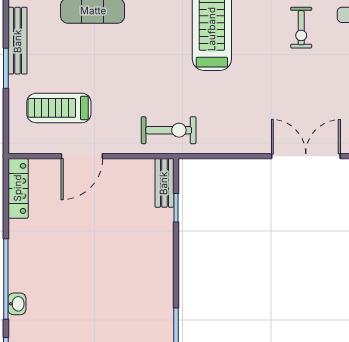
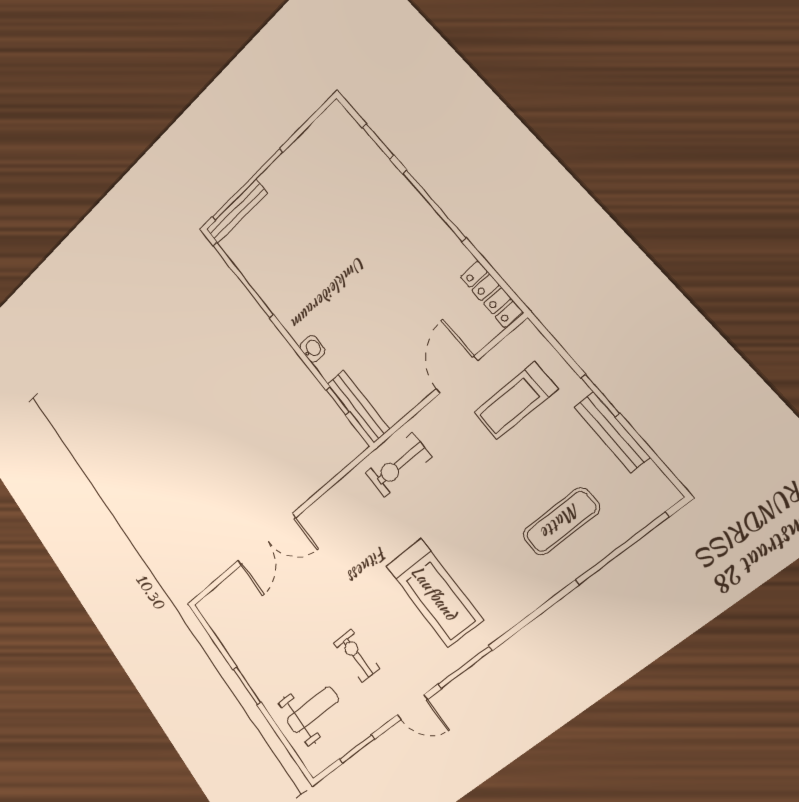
treadmill: (59, 108) -> (516, 401), turned 180
bench: (164, 183) -> (358, 406), width x1.36
washbasin: (17, 304) -> (312, 349), moved, turned 180

